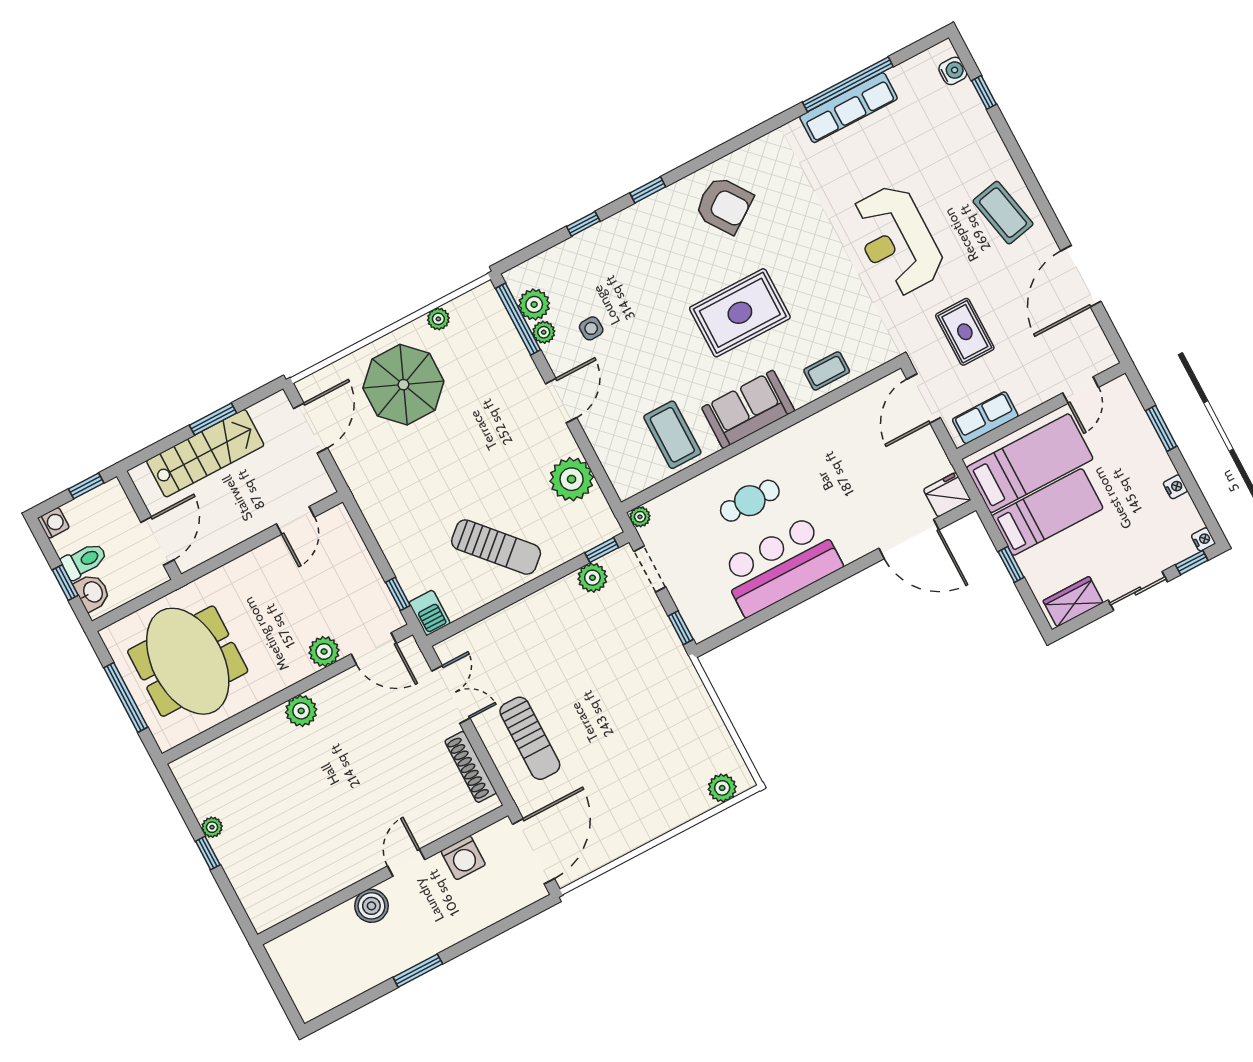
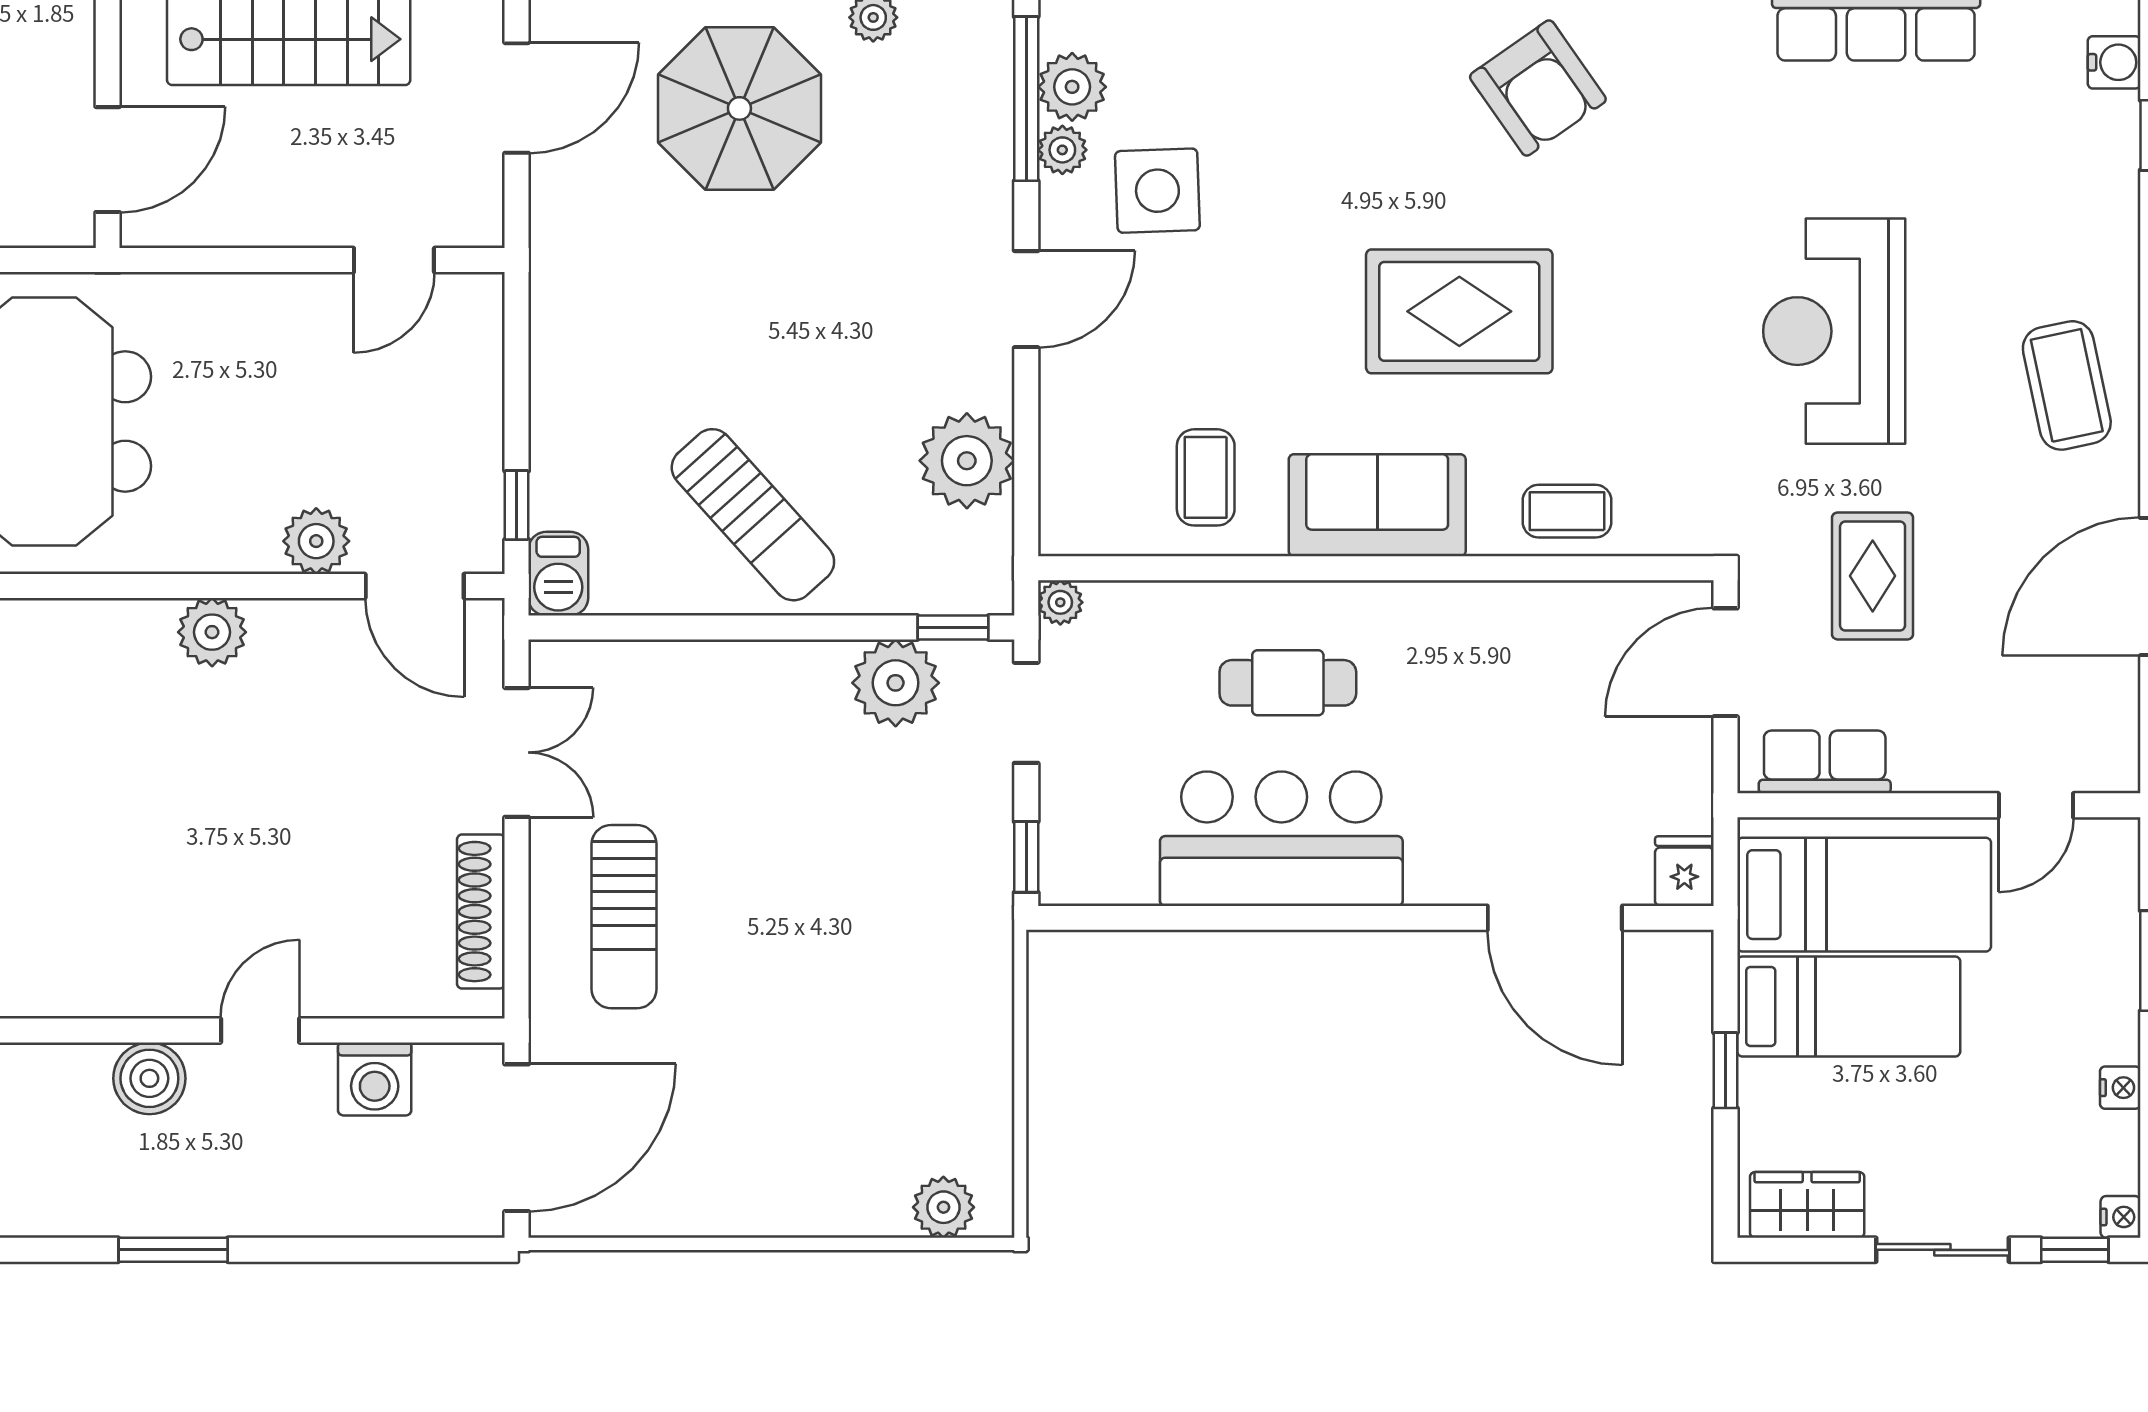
side table: (591, 328) -> (1157, 191), width x1.87, depth x1.87
coffee table: (672, 435) -> (1206, 477), width x0.73, depth x0.77
fridge: (947, 495) -> (1684, 871), width x0.72
plant: (592, 578) -> (896, 683), width x1.36, depth x1.36

